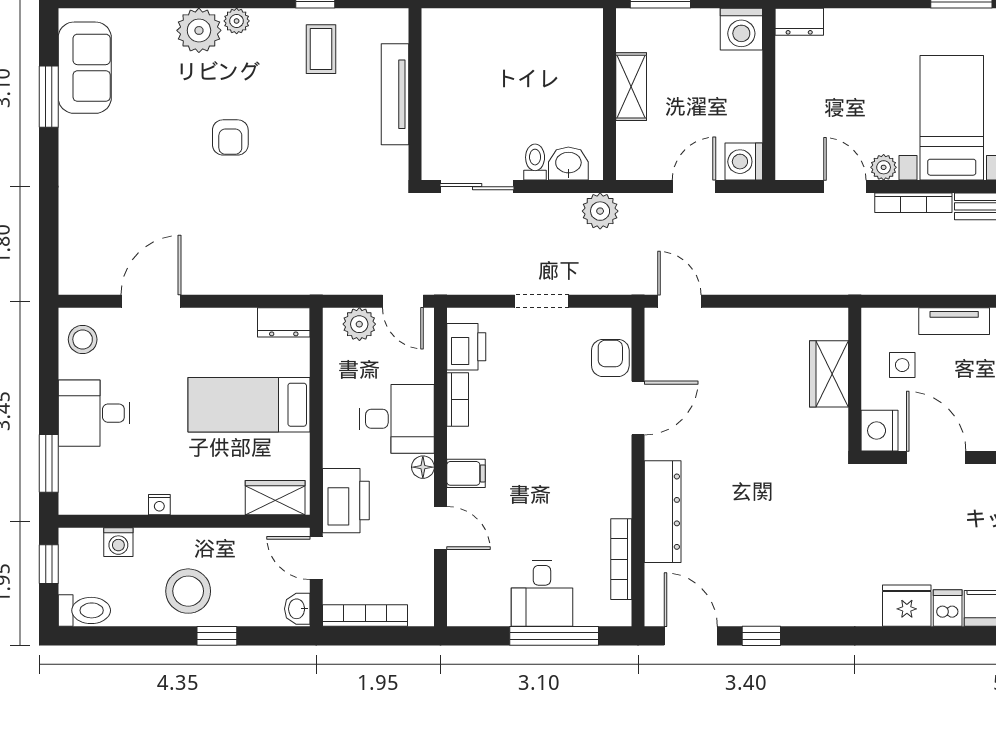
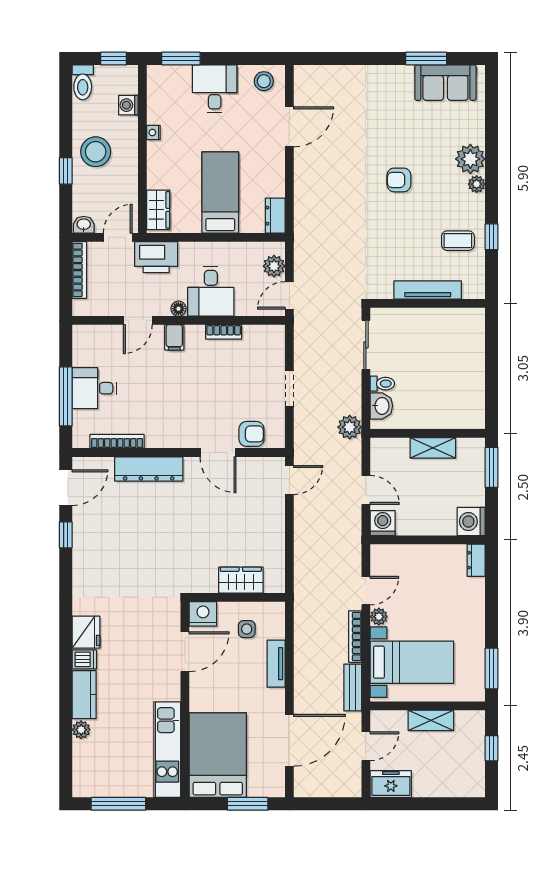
door: (151, 301) -> (289, 127), hinge flipped
printer: (466, 347) -> (259, 338), removed

